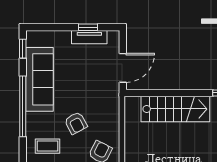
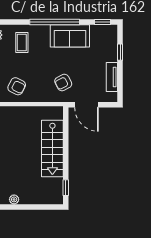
window: (88, 27) -> (120, 52), moved
sofa: (39, 79) -> (70, 36), width x0.73
armchair: (76, 123) -> (63, 83), moved

